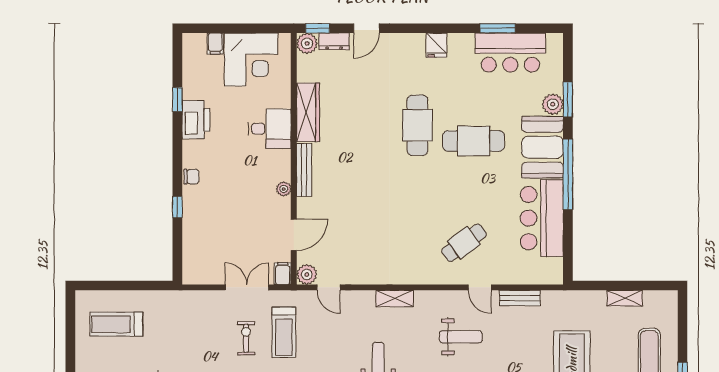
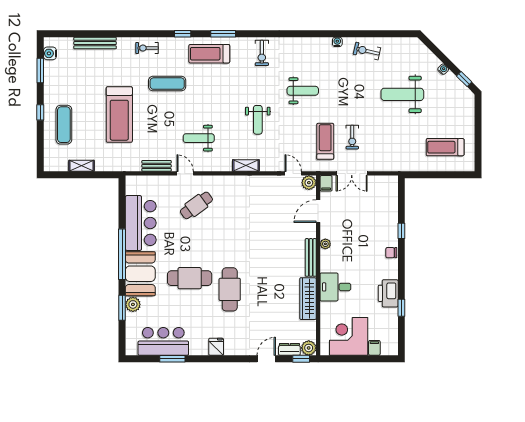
treadmill: (116, 324) -> (445, 147), turned 180

